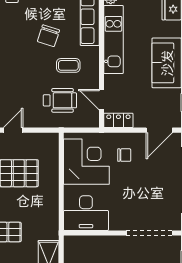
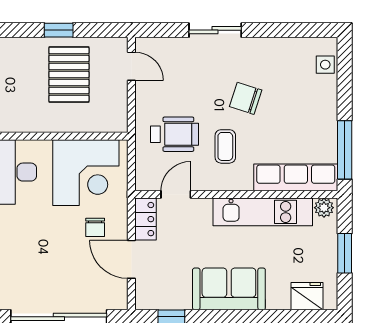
chair: (48, 36) -> (246, 98), moved
wheelchair: (60, 100) -> (175, 134), turned -90
door: (159, 130) -> (131, 259), moved

